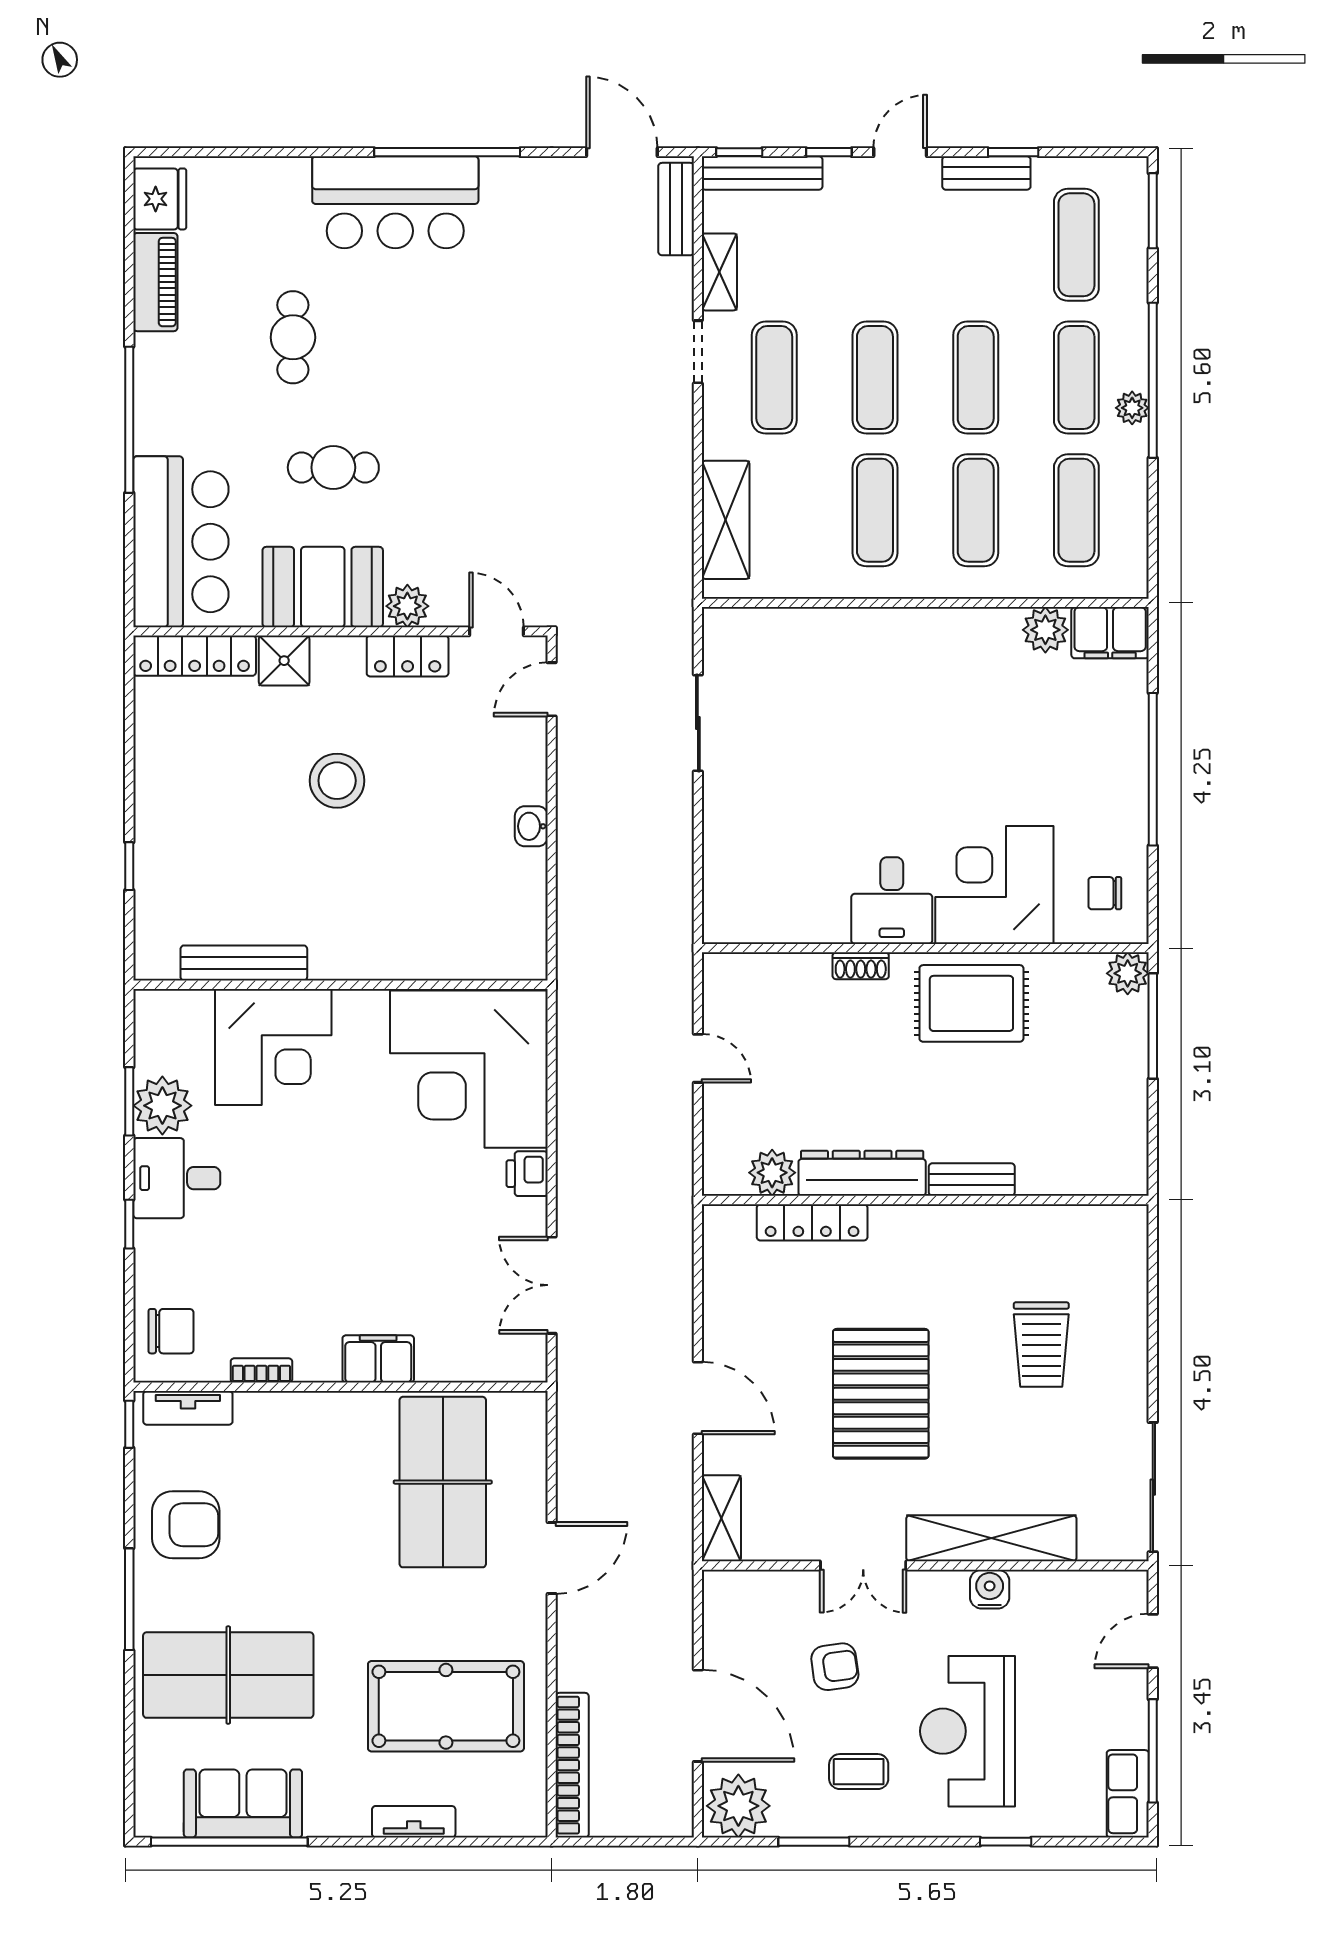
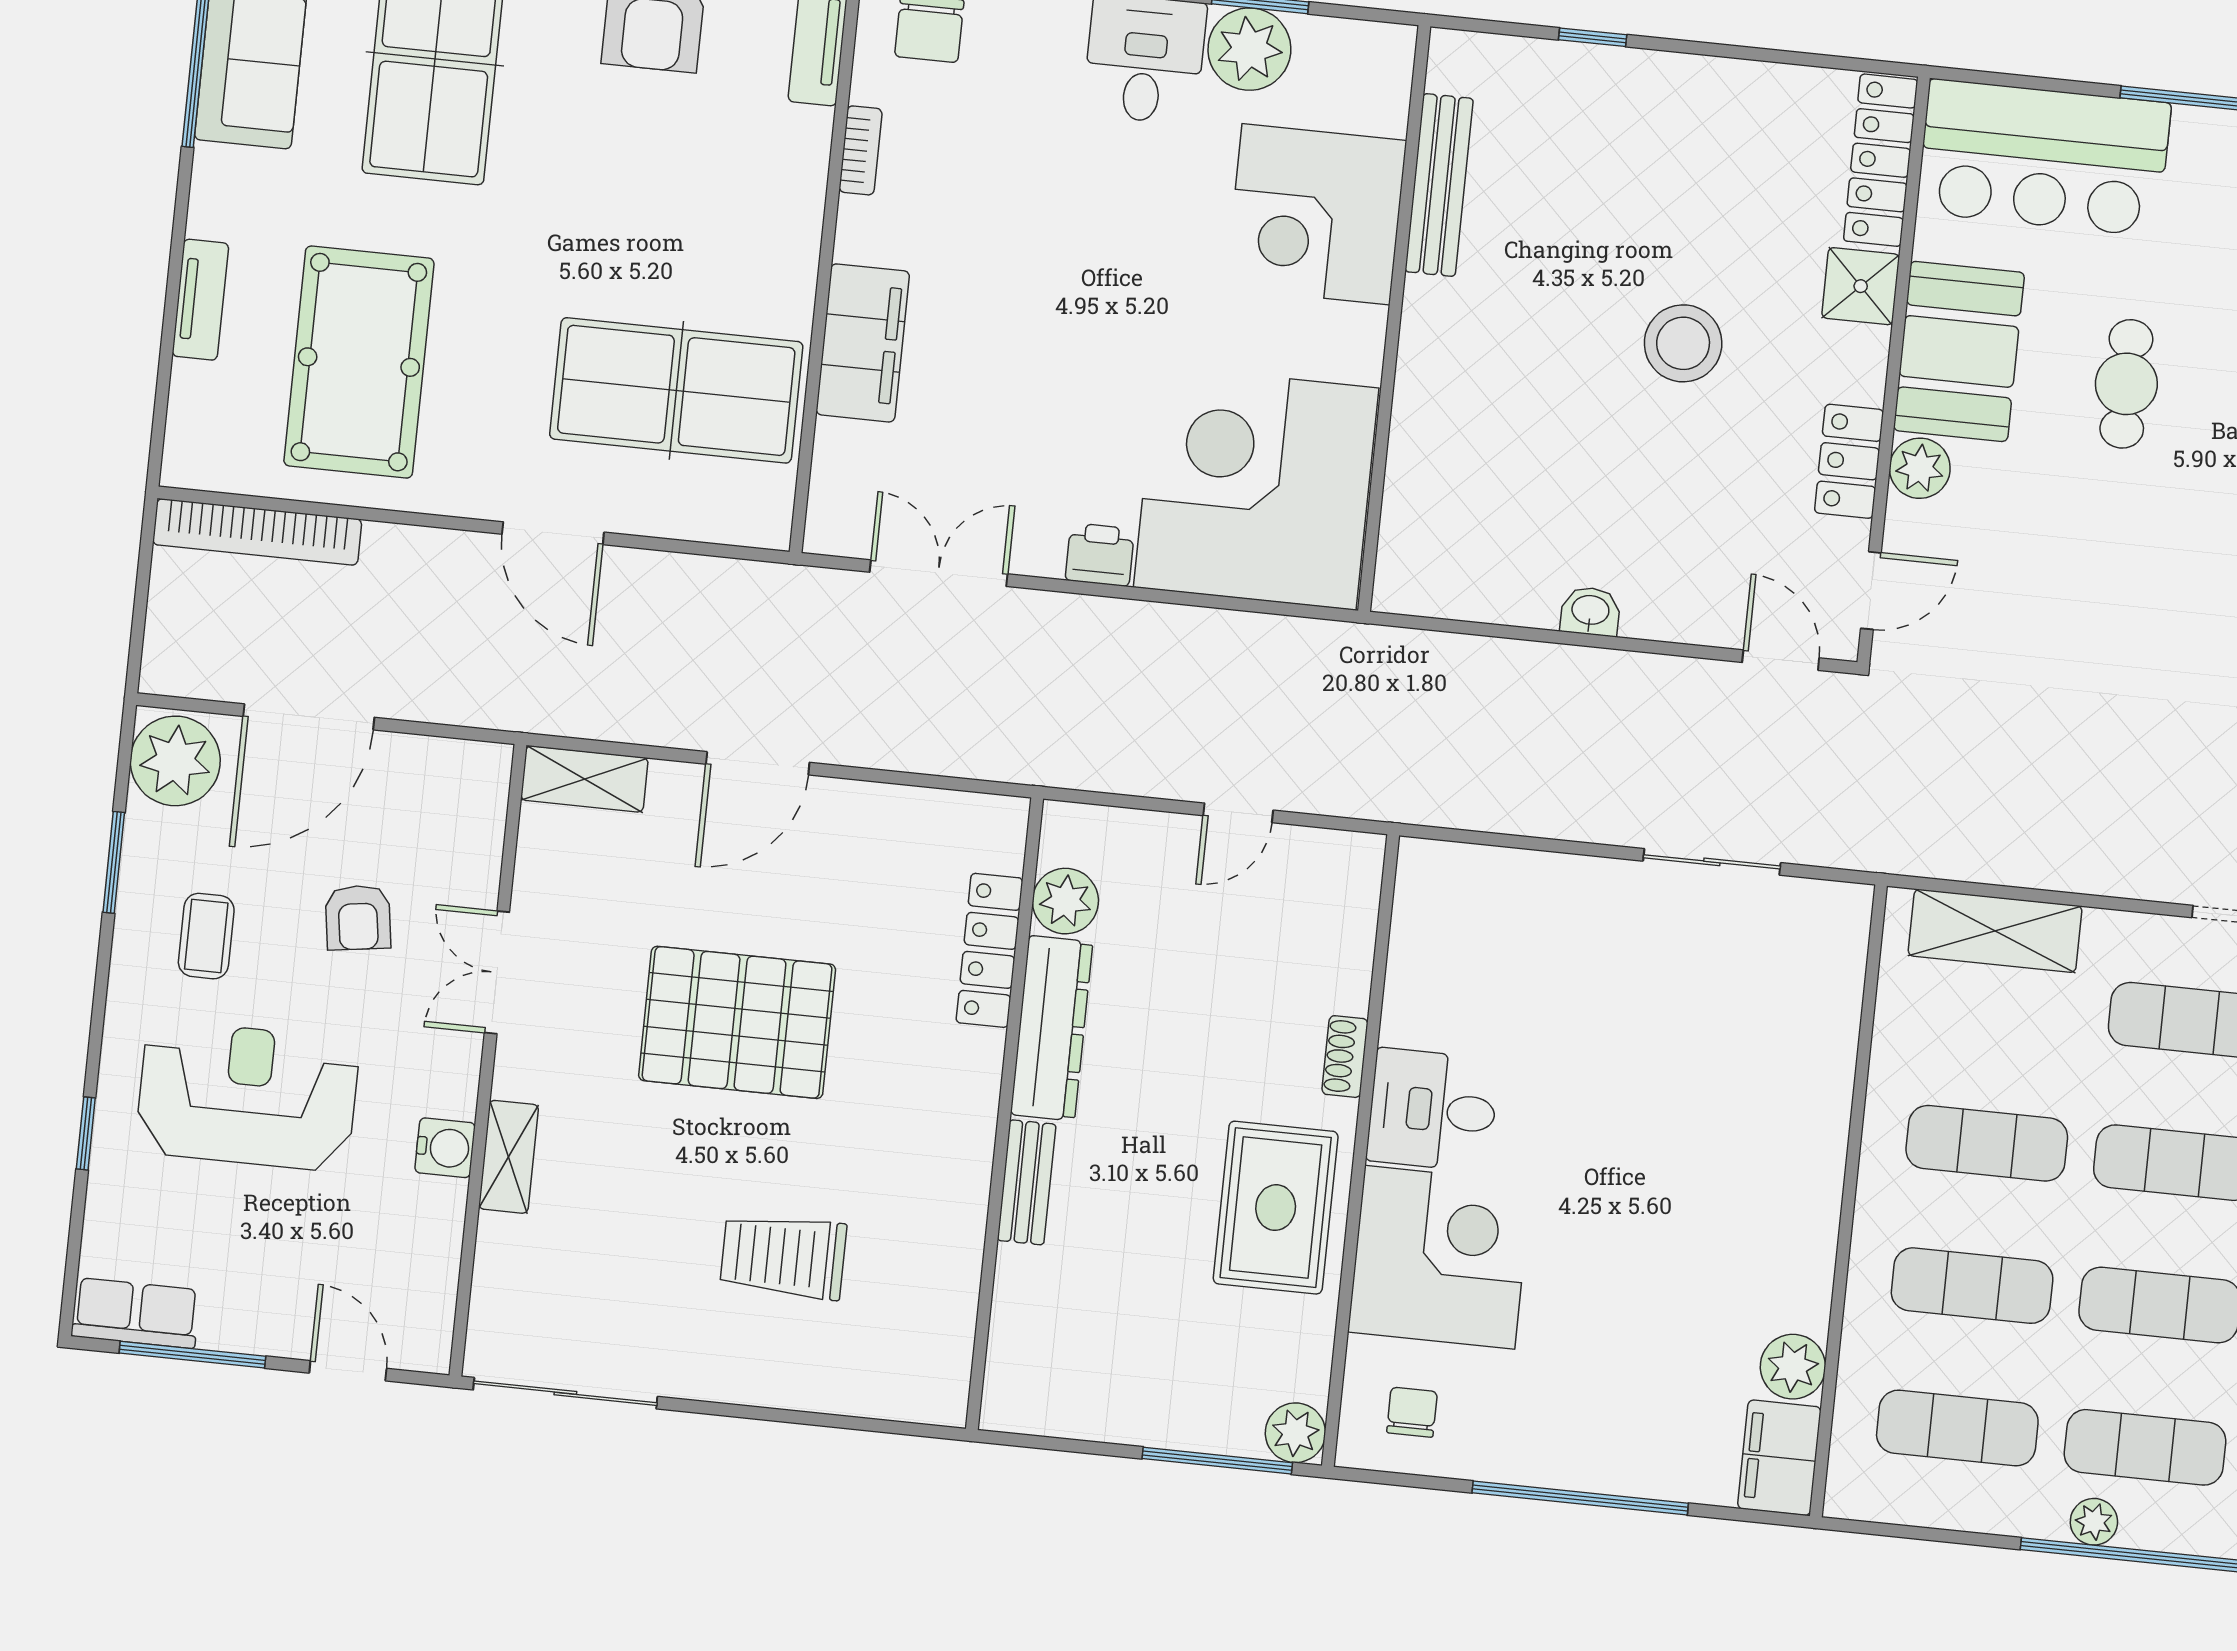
filing cabinet: (378, 1359) -> (863, 343), width x1.50, depth x1.17
shelving: (991, 1538) -> (509, 1157), width x0.45, depth x0.75

